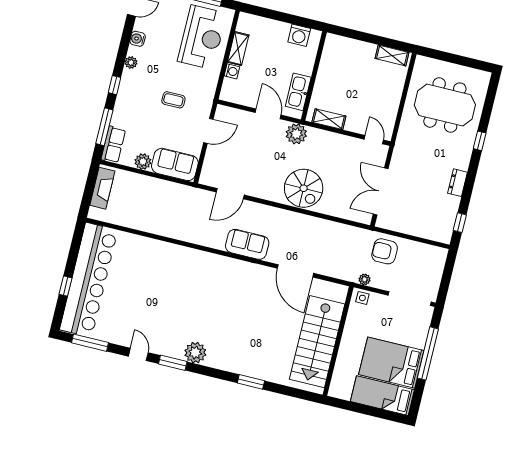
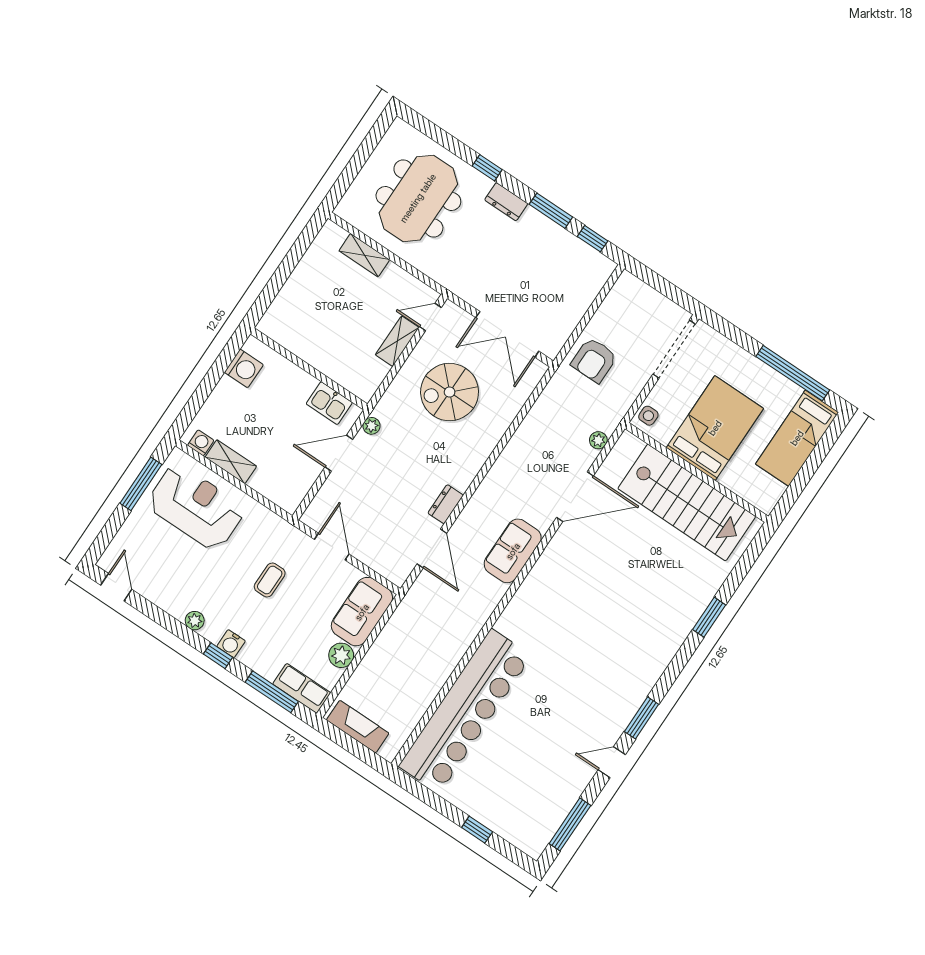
water cooler: (138, 39) -> (231, 644), moved
shelving: (392, 55) -> (364, 255), moved, turned 90
washing machine: (232, 71) -> (201, 443), moved
kitchen sink: (298, 92) -> (329, 403), width x0.73
shelving: (329, 119) -> (397, 341), moved
plant: (296, 134) -> (372, 426), width x0.53, depth x0.53
dresser: (458, 183) -> (506, 202), moved
spiral stairs: (304, 188) -> (450, 392), moved, turned 180
window: (468, 190) -> (551, 211), added
dresser: (261, 192) -> (446, 504), added
plant: (365, 279) -> (598, 440), moved
bar counter: (89, 280) -> (465, 711), moved, turned 90
plant: (195, 353) -> (639, 681), removed
window: (428, 353) -> (793, 373), moved
bed: (391, 363) -> (715, 428), moved, turned 180

